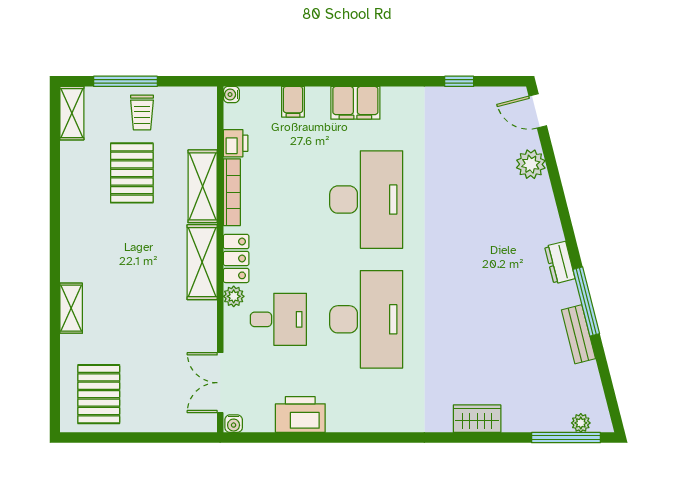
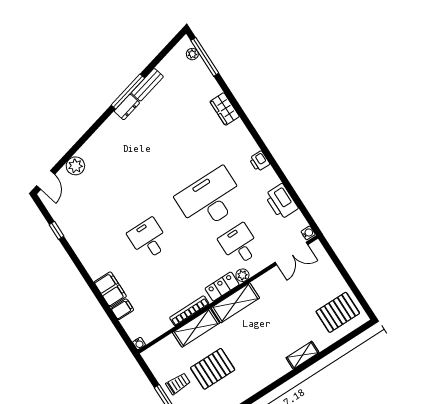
filing cabinet: (355, 103) -> (110, 289), moved
printer: (236, 143) -> (259, 161), moved, turned -90
desk: (366, 200) -> (148, 239), width x0.53, depth x0.77
dresser: (560, 263) -> (127, 107), moved

